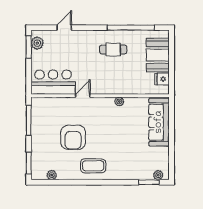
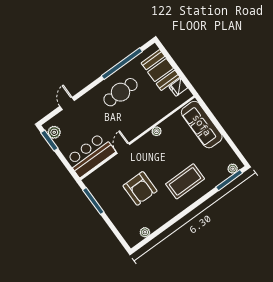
cafe table: (113, 50) -> (121, 92), width x1.37, depth x1.35
window: (29, 163) -> (119, 236), removed
coffee table: (93, 166) -> (185, 181), moved, width x1.36, depth x1.32
window: (149, 182) -> (229, 180), width x1.44

